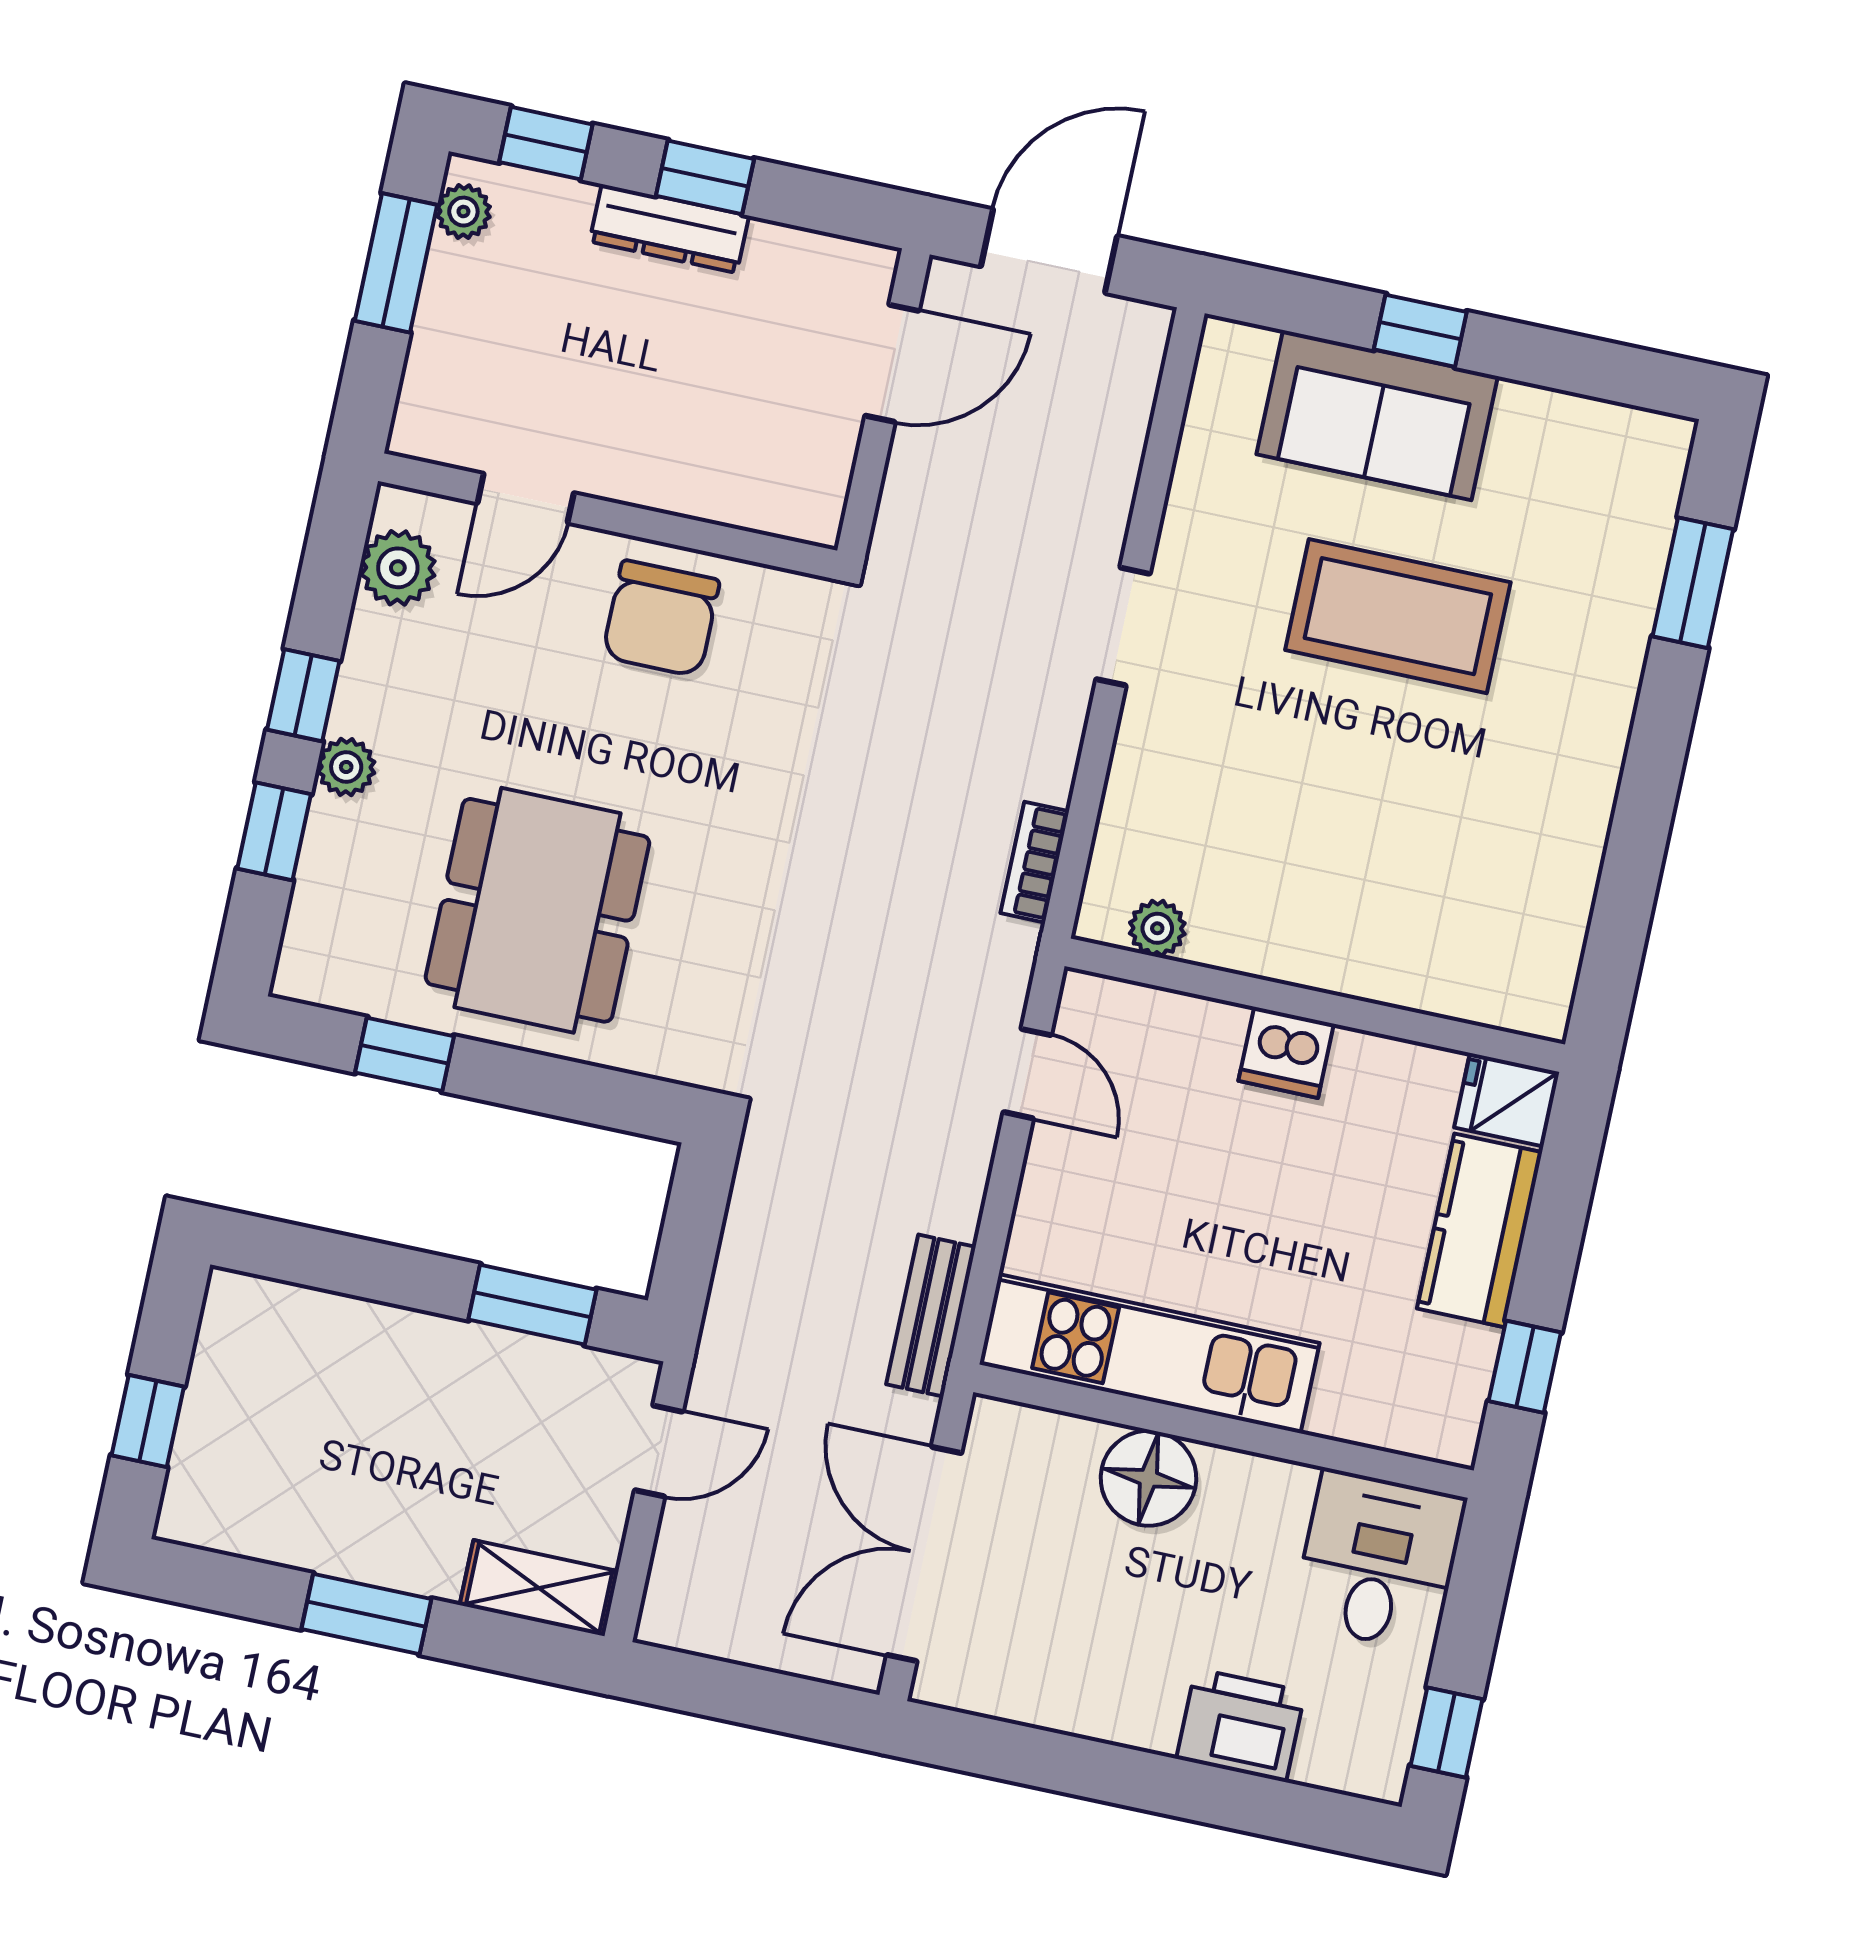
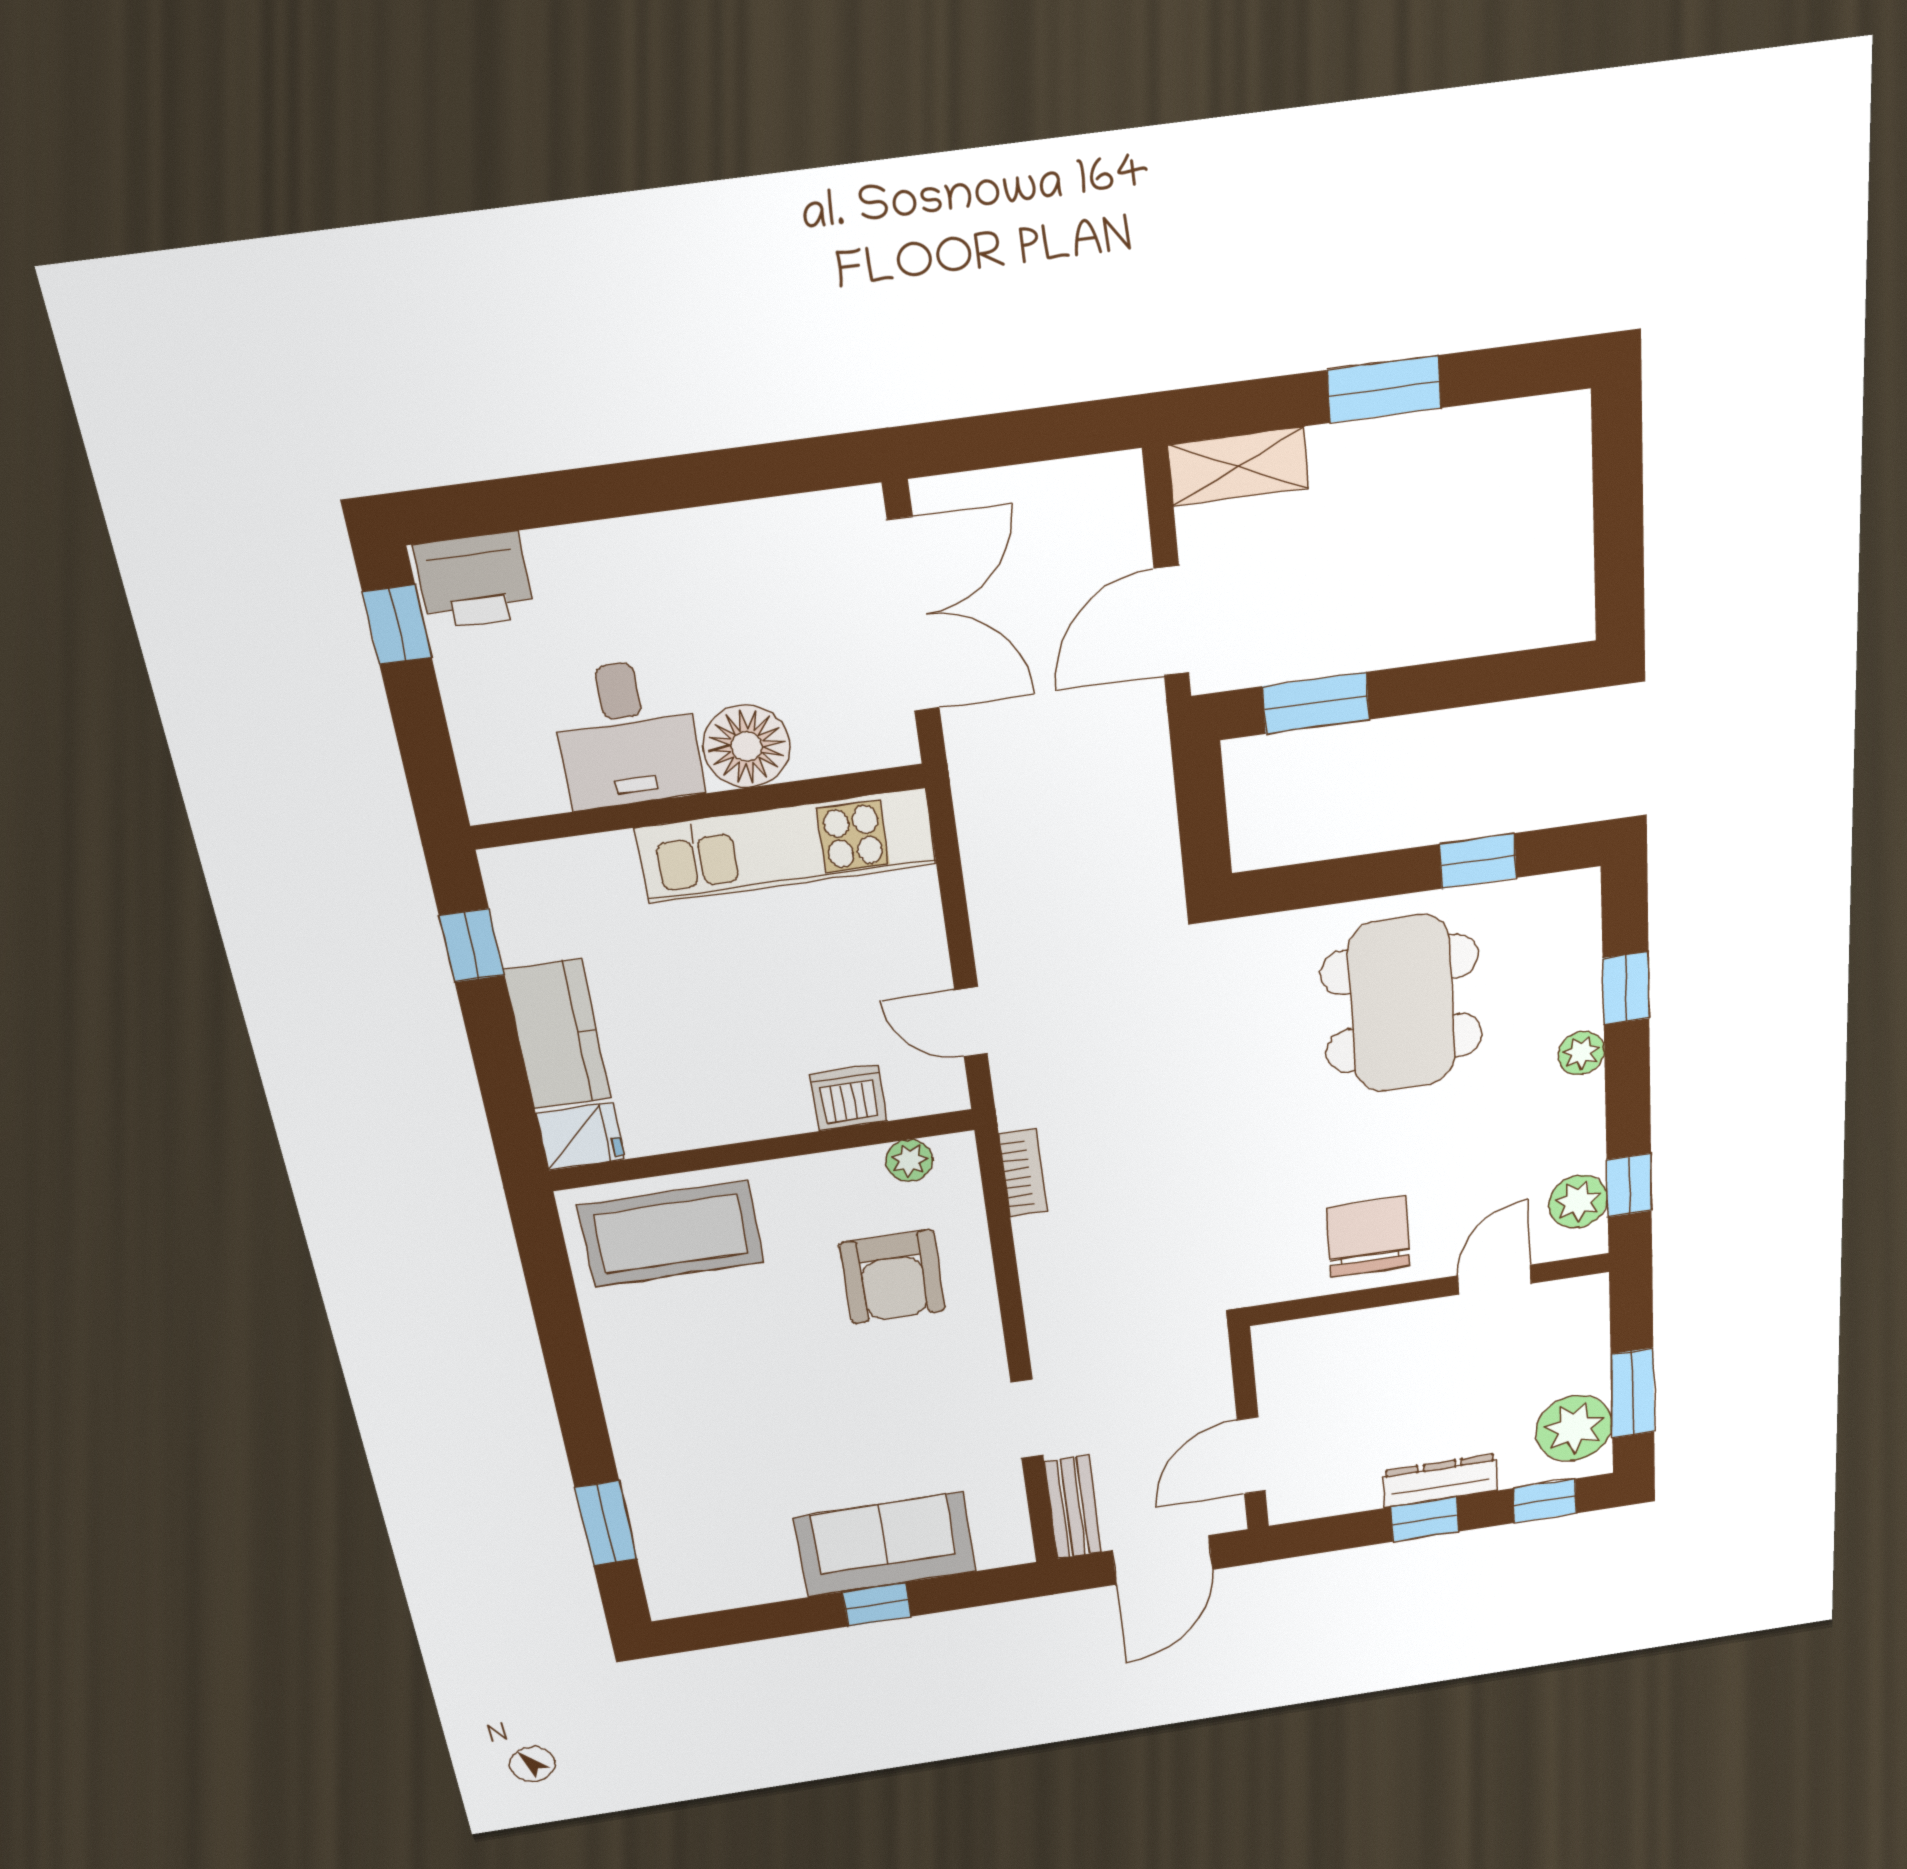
plant: (463, 212) -> (1574, 1428), width x1.88, depth x1.88
coffee table: (1398, 616) -> (671, 1234), moved
doorway: (1123, 626) -> (1027, 1419), moved
window: (303, 695) -> (1629, 1185), moved
armchair: (1231, 785) -> (893, 1277), added
dishwasher: (1286, 1052) -> (848, 1098), moved
bench: (931, 1316) -> (1073, 1507), moved
window: (148, 1421) -> (1618, 490), removed
door: (659, 1451) -> (1171, 621), width x1.38
desk: (1379, 1561) -> (627, 734), moved
printer: (1241, 1725) -> (474, 581), moved

